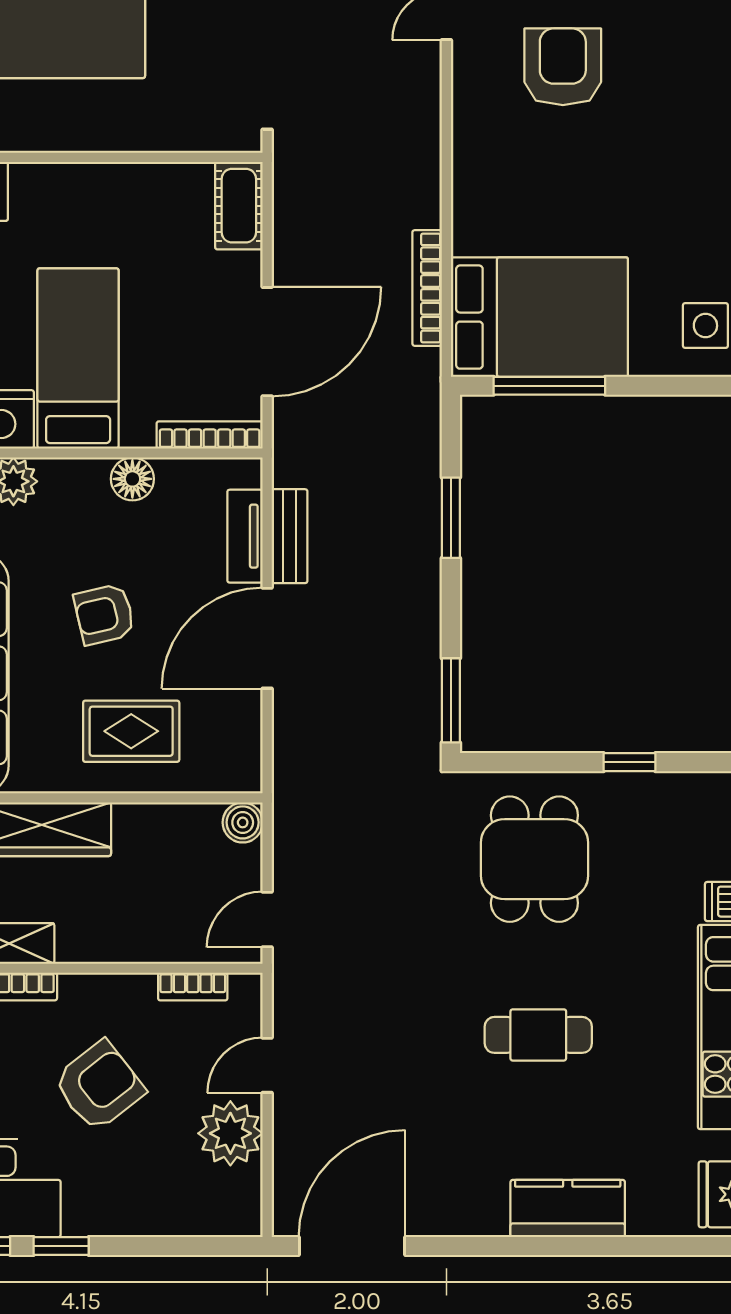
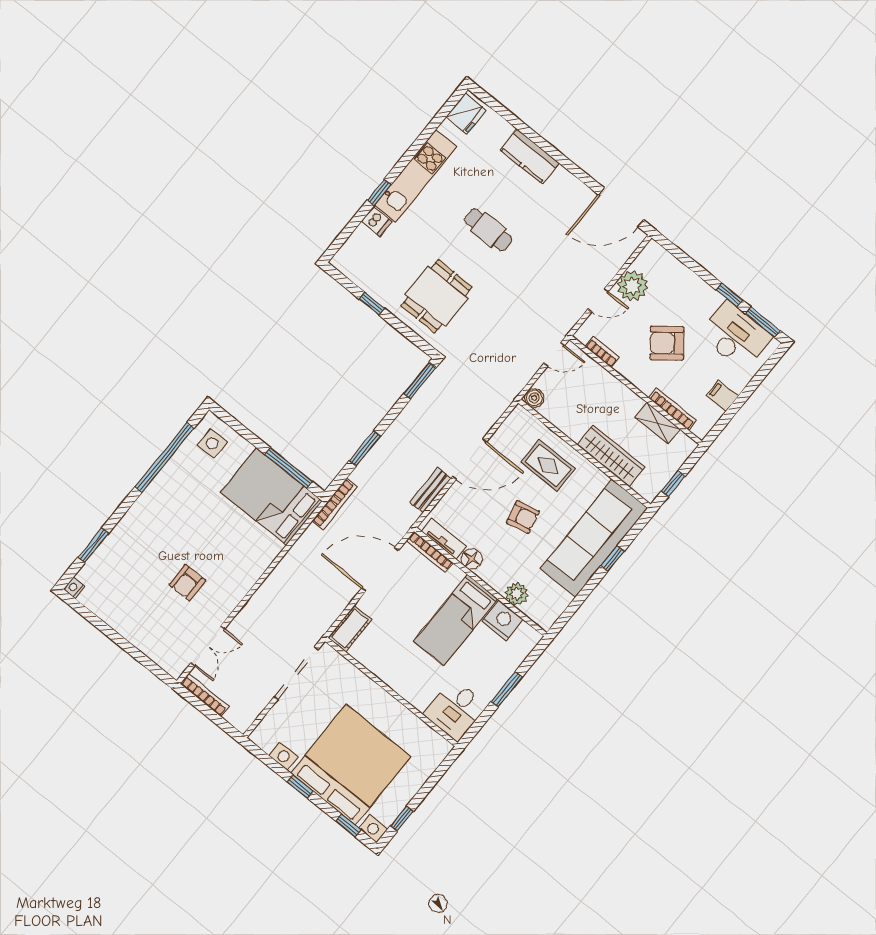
armchair: (563, 67) -> (187, 583), width x0.72, depth x0.72
bookcase: (427, 288) -> (335, 504), moved
tv unit: (245, 536) -> (444, 539), moved, turned -90

